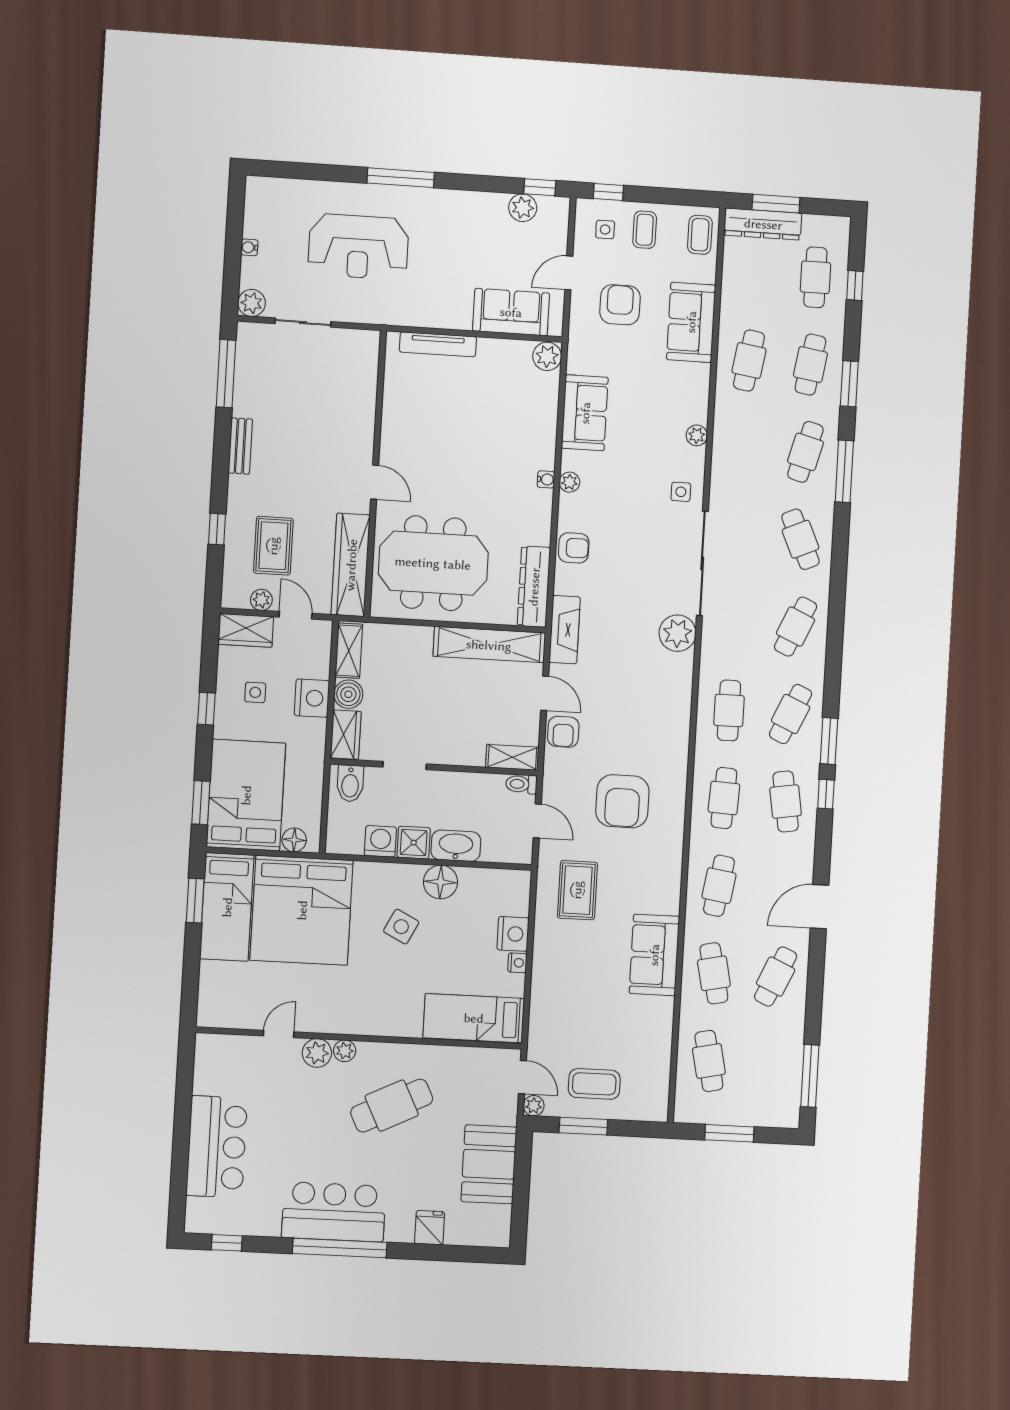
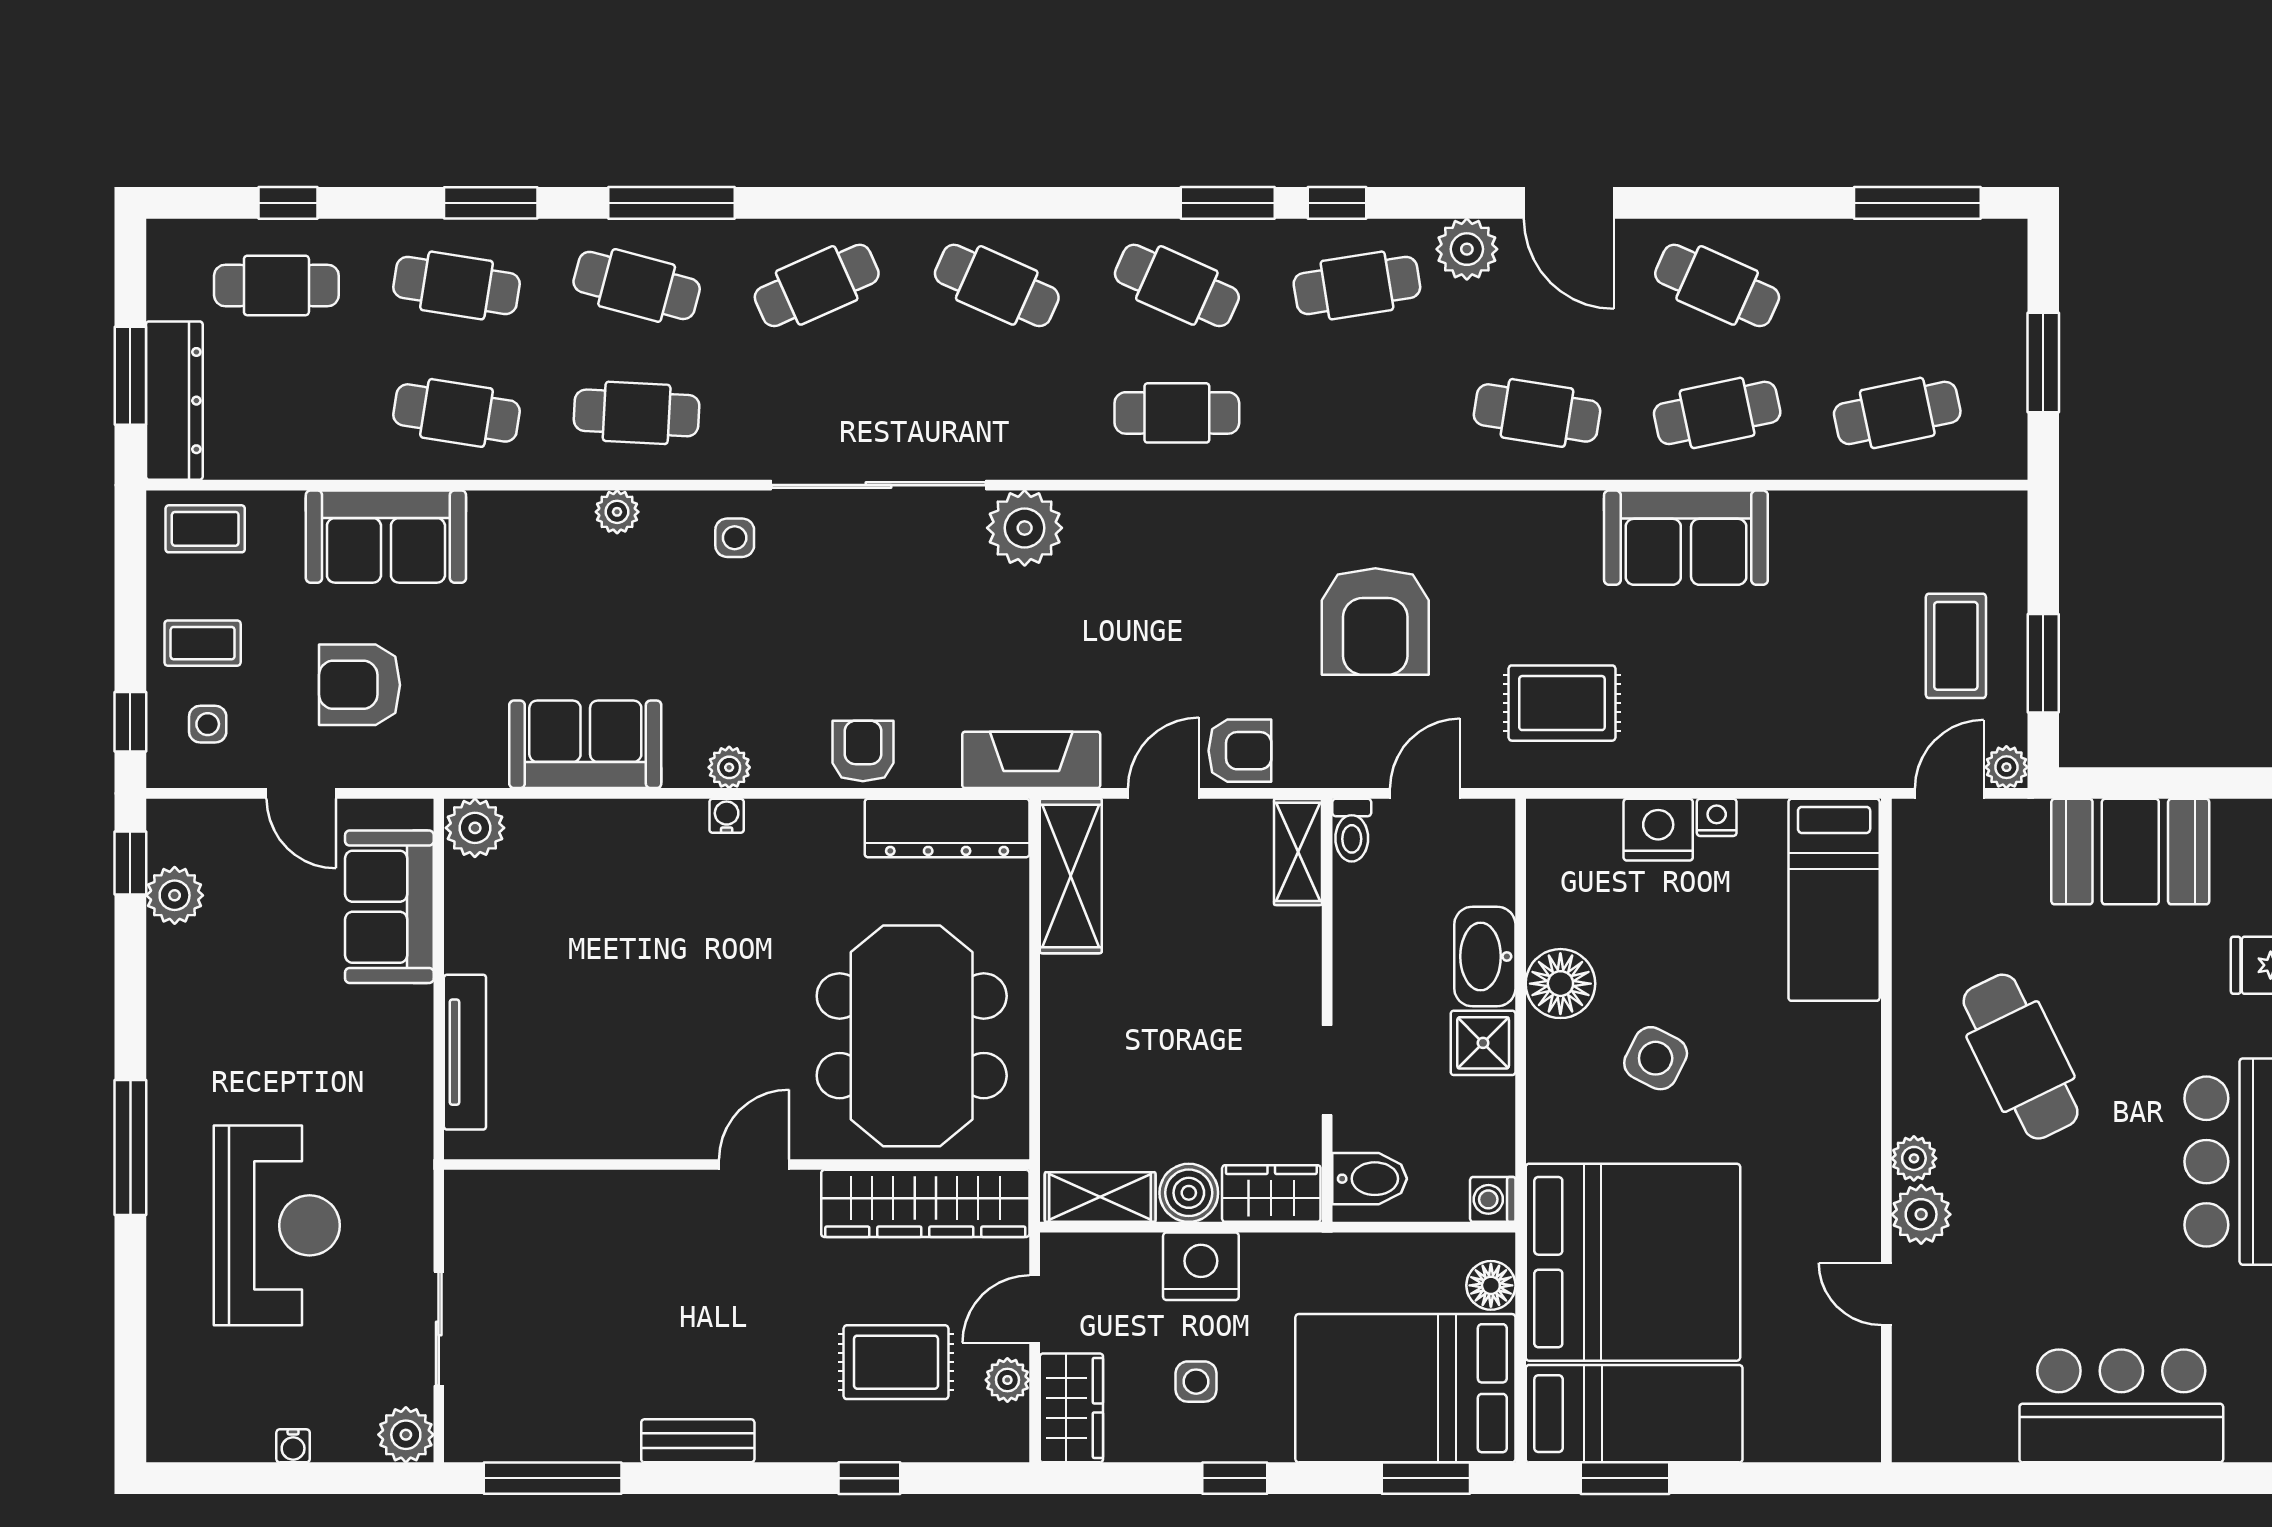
shelving: (489, 645) -> (1071, 876), width x0.68
cafe table: (724, 798) -> (637, 413), moved
armchair: (622, 801) -> (1375, 621), turned 90
washing machine: (380, 841) -> (1493, 1199), moved, width x0.73, depth x0.73
plant: (800, 856) -> (1467, 249), added

